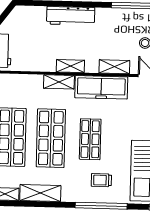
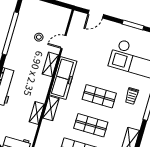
shelving: (70, 66) -> (37, 113), moved
shop shelf: (51, 138) -> (91, 125), width x0.70, depth x0.74

